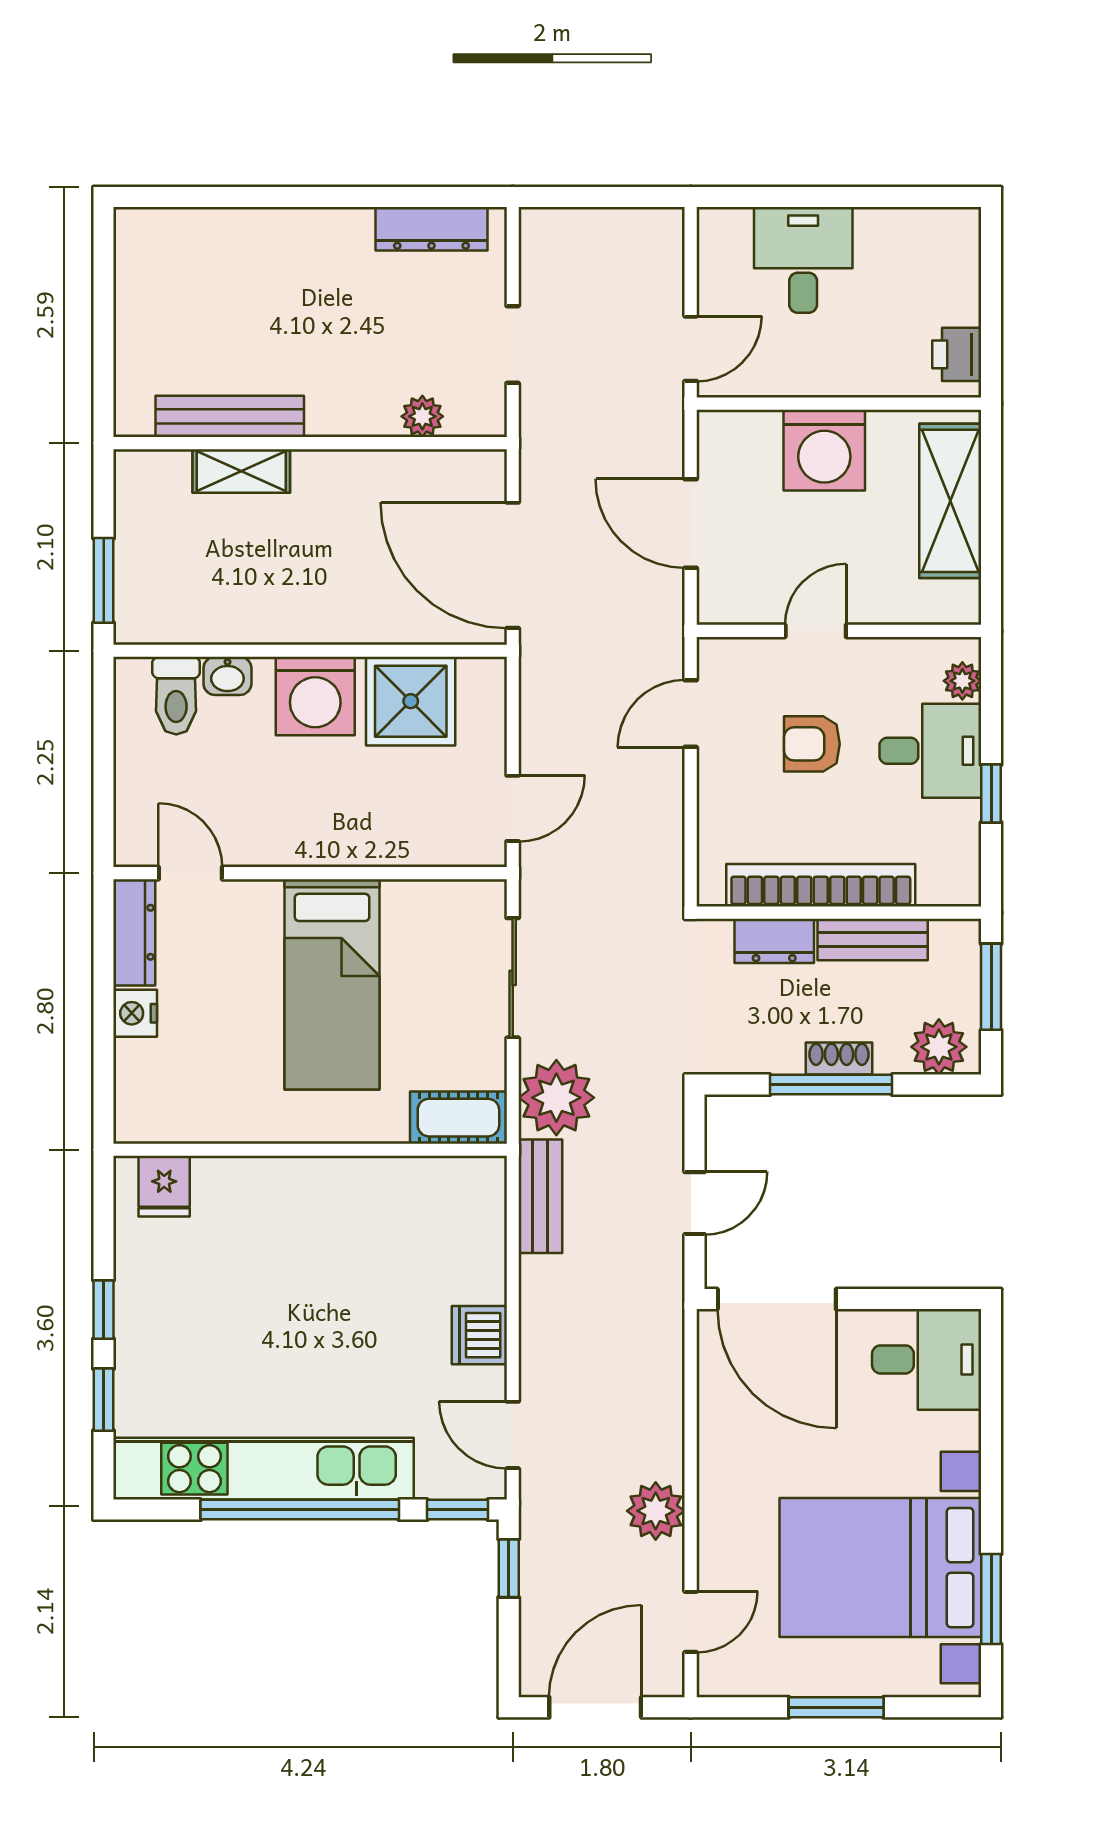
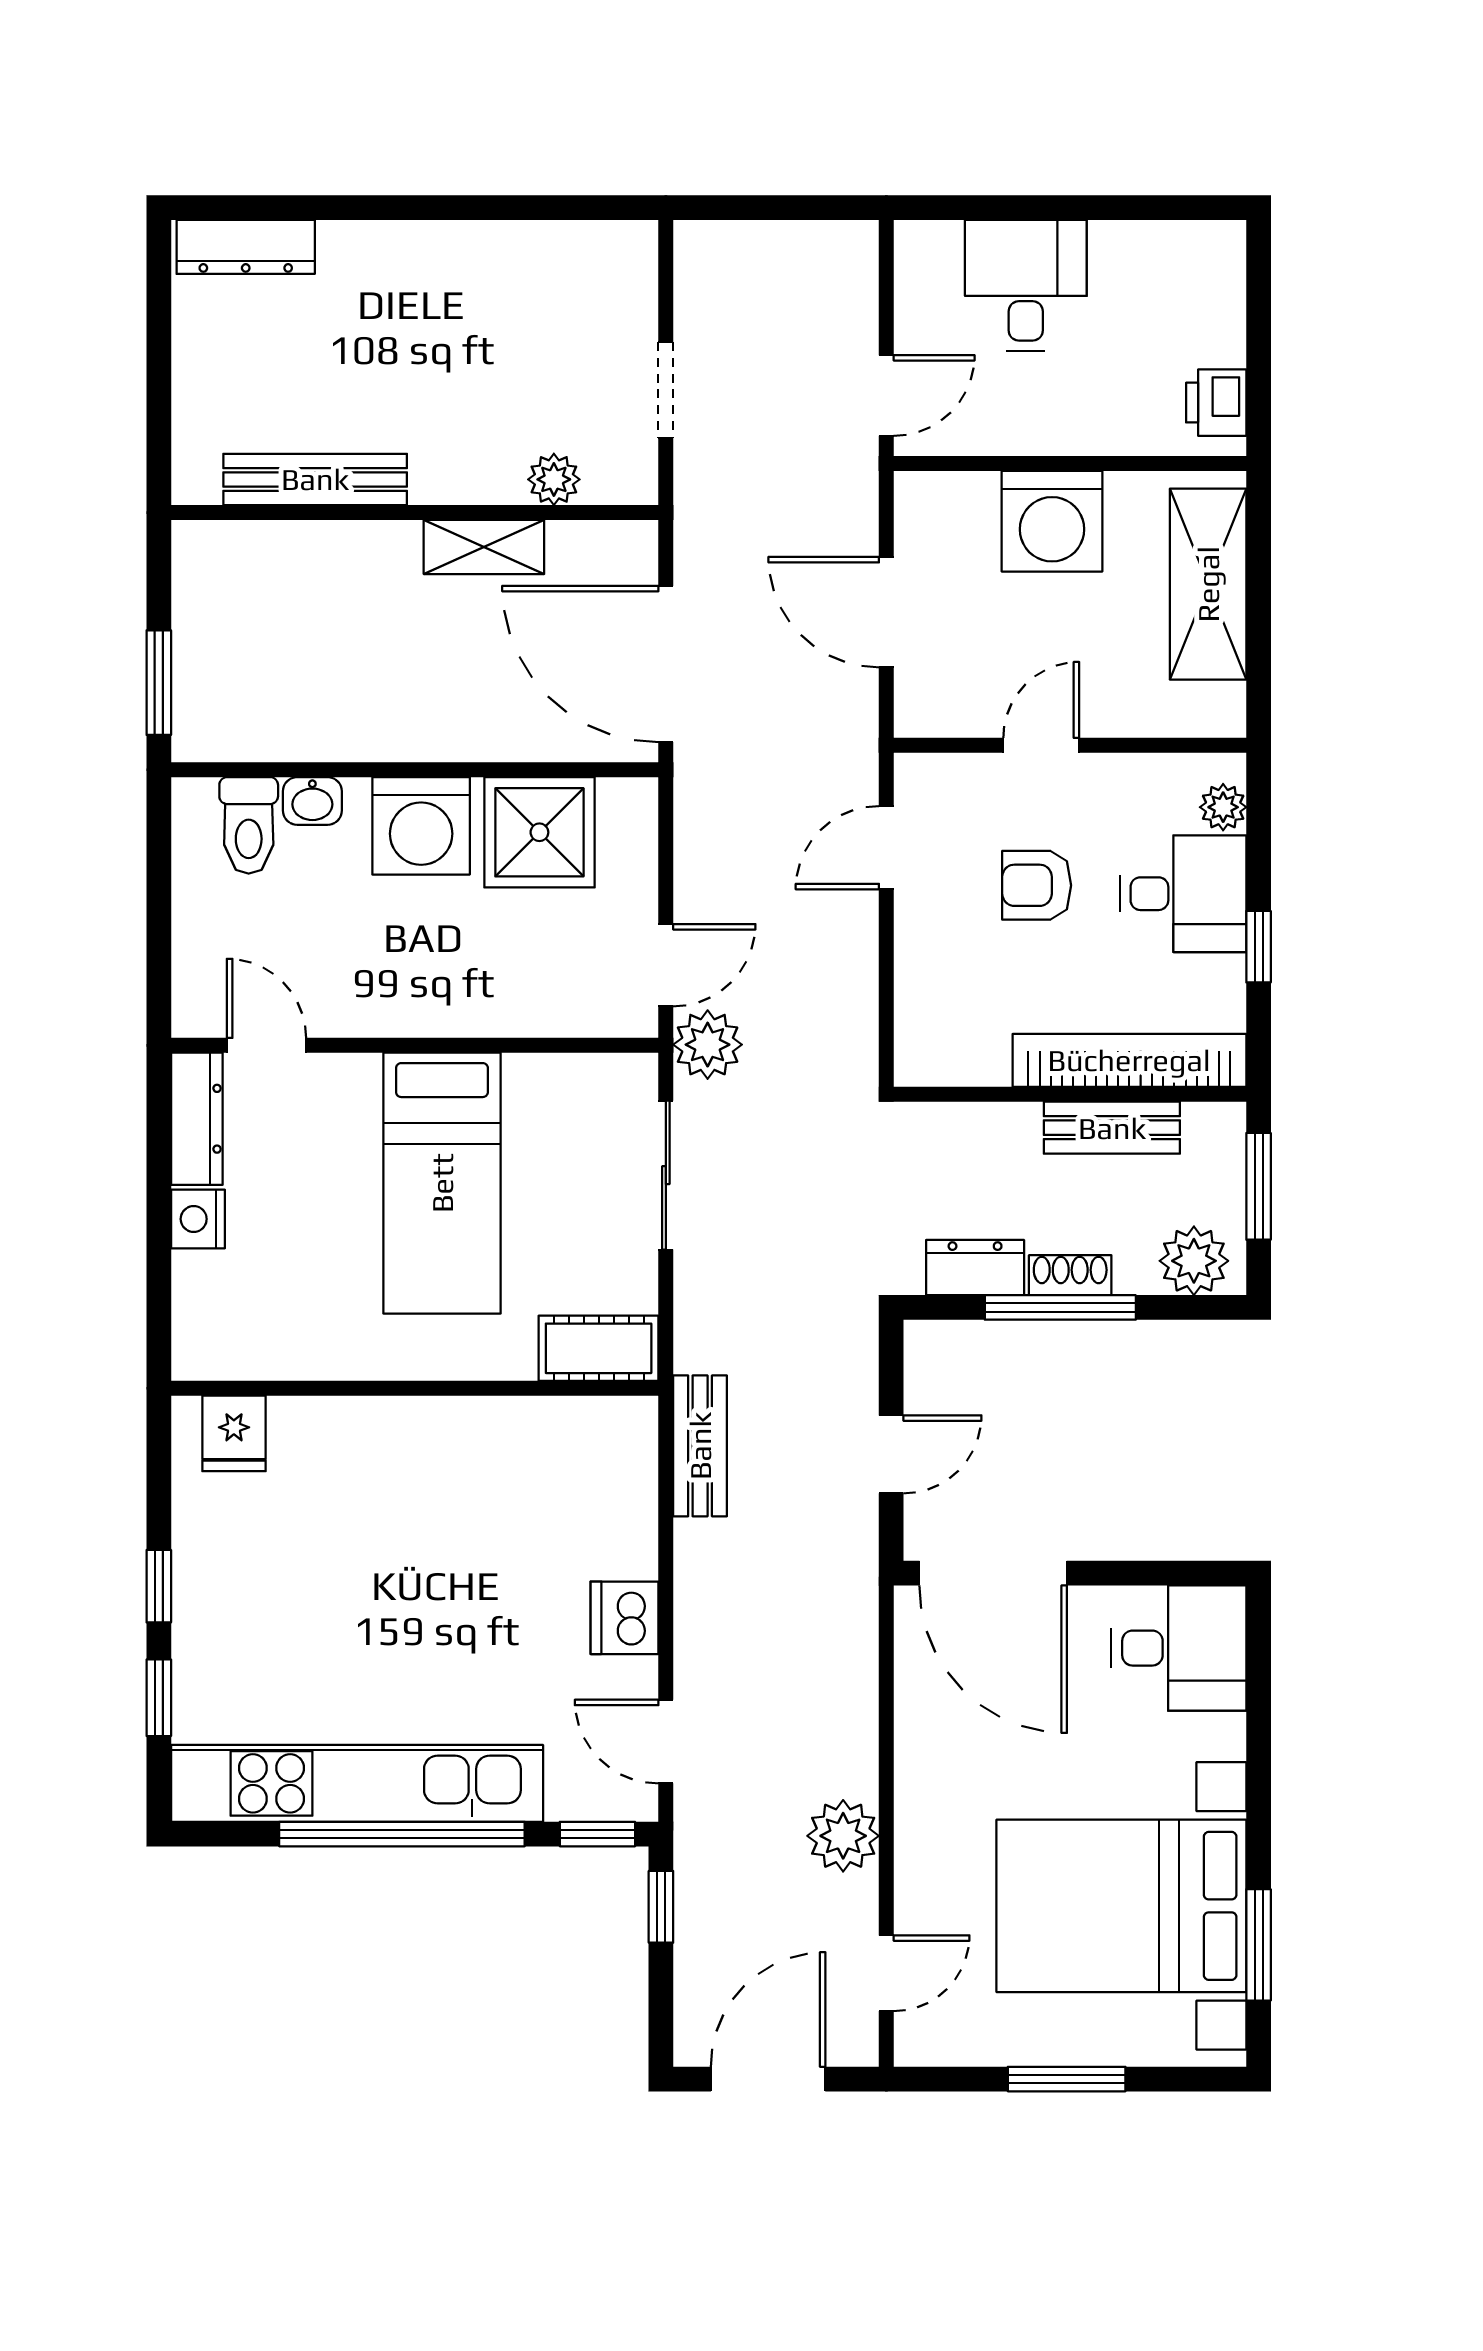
dresser: (431, 229) -> (246, 247), moved
shelving: (241, 471) -> (484, 547), moved
bookcase: (821, 885) -> (1129, 1060), moved
dresser: (774, 941) -> (975, 1268), moved, turned 180
plant: (556, 1098) -> (708, 1045), moved, width x0.73, depth x0.73

